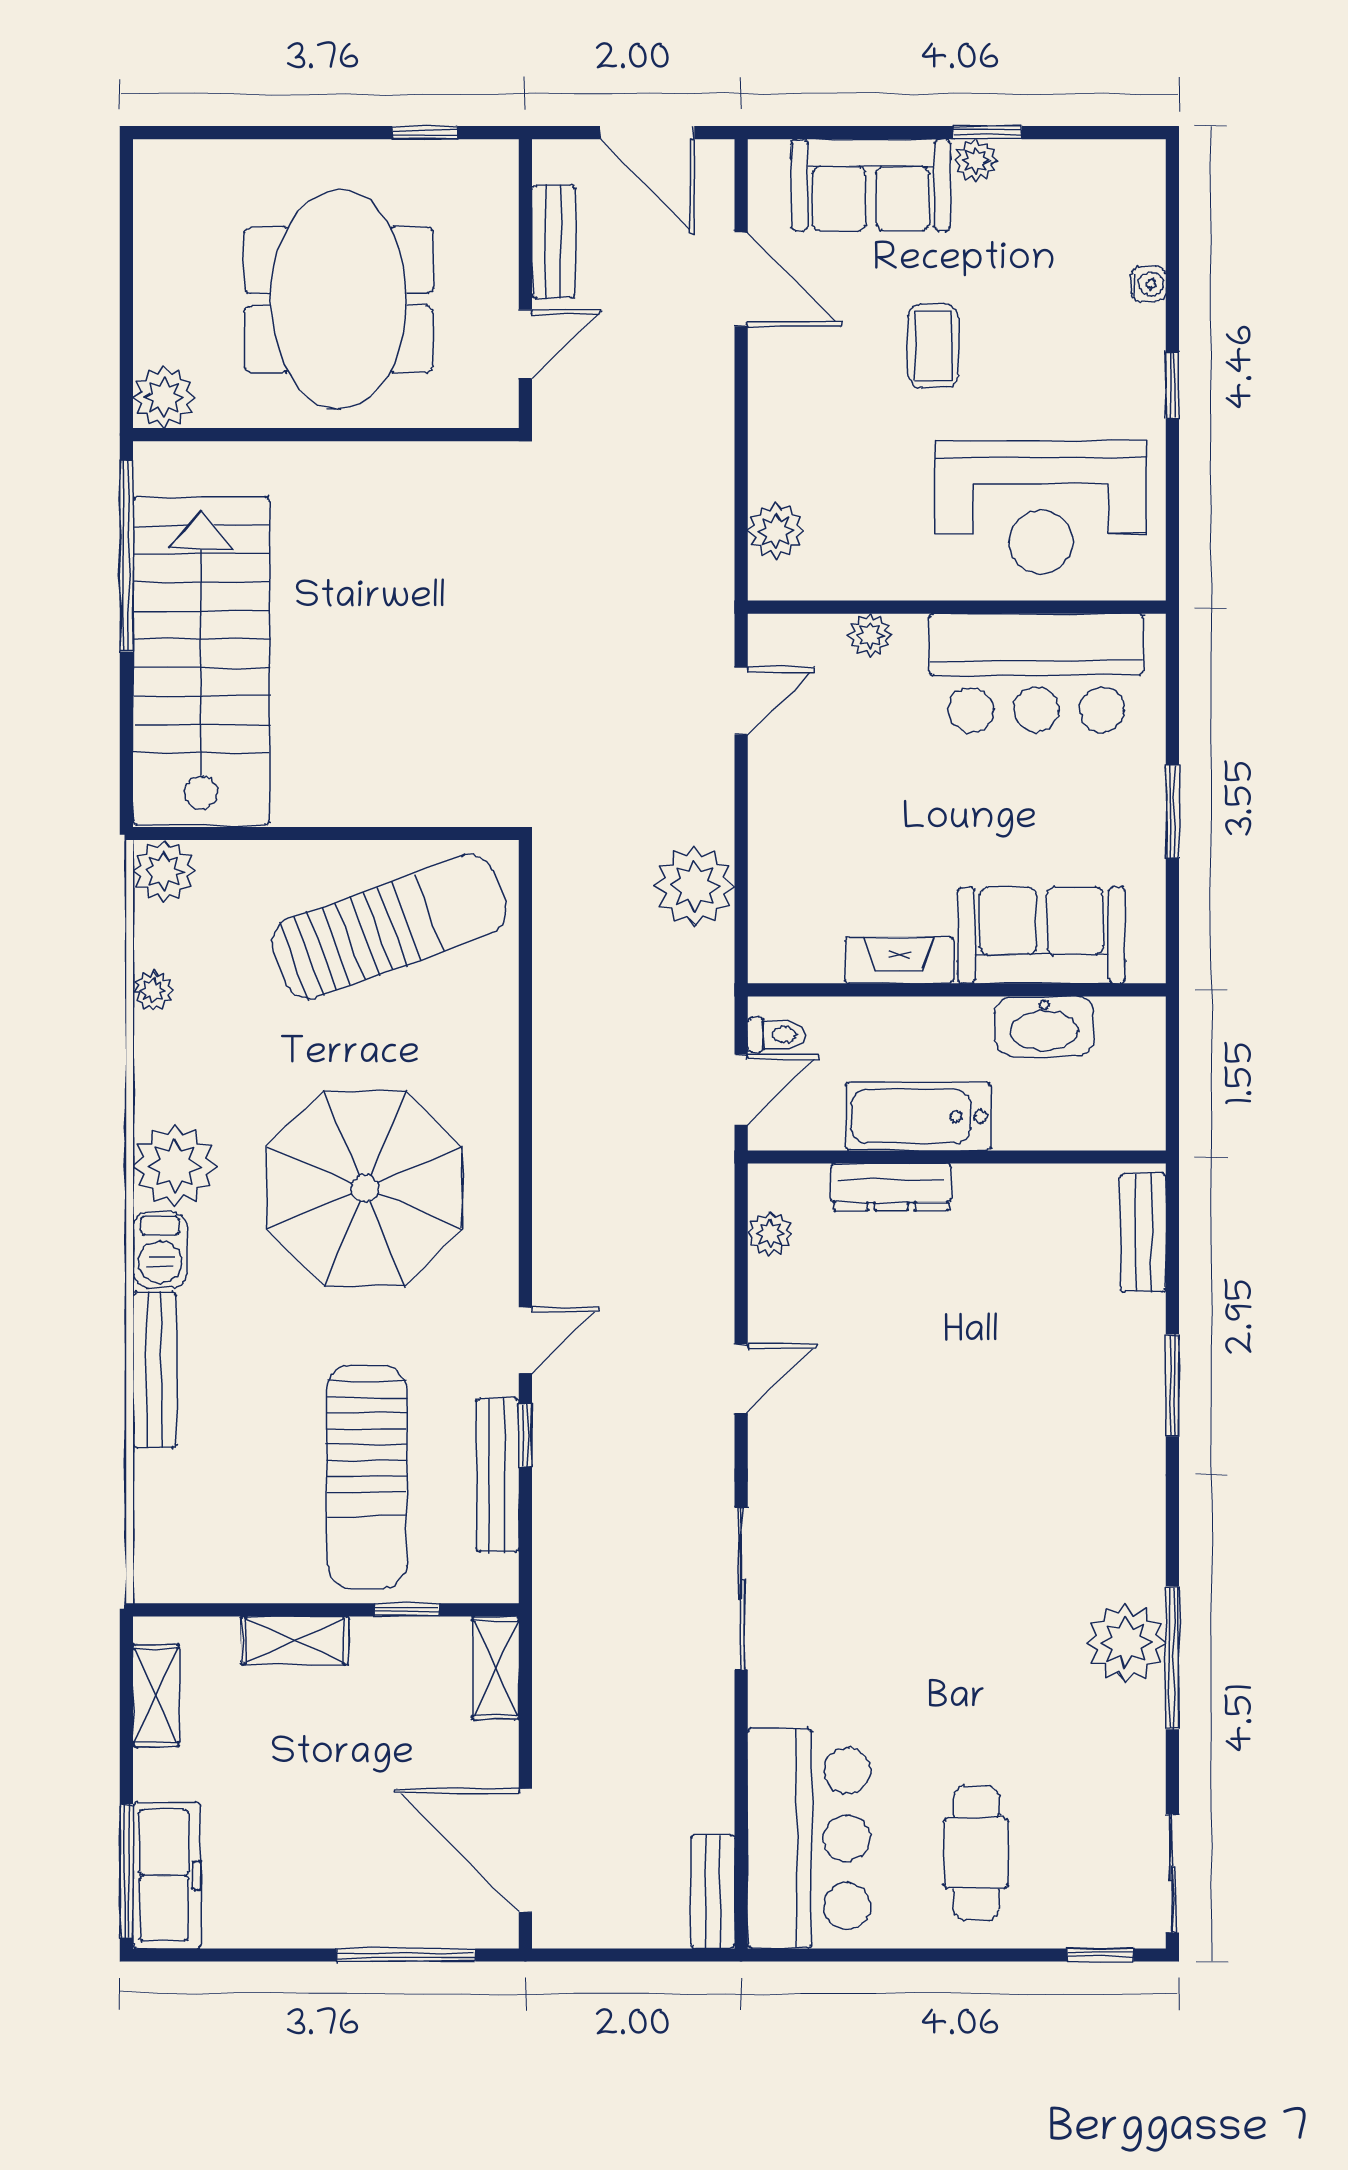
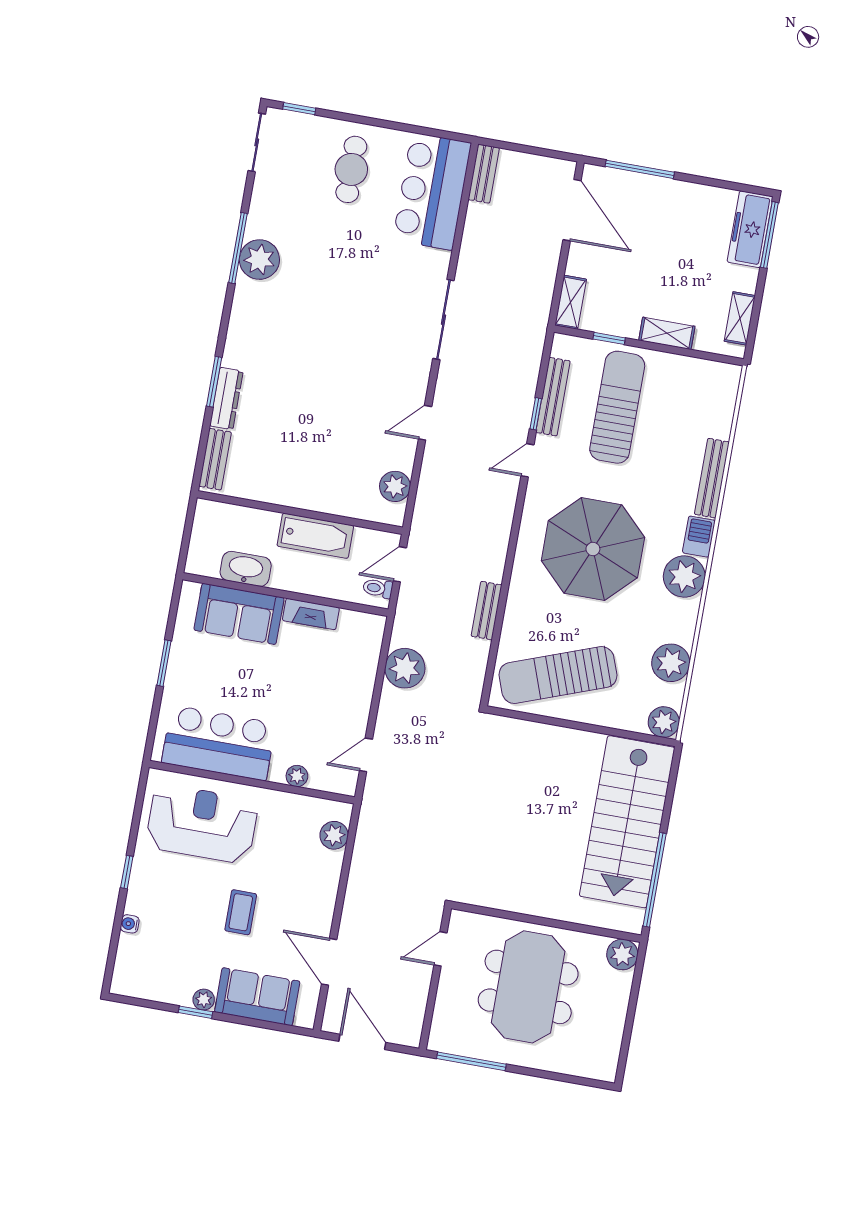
window: (425, 133) -> (471, 1061), width x2.17
bench: (553, 242) -> (487, 611), moved
plant: (153, 991) -> (671, 663), width x1.87, depth x1.87
dresser: (891, 1187) -> (226, 398), moved, turned 90
plant: (770, 1234) -> (395, 486), width x1.38, depth x1.38

